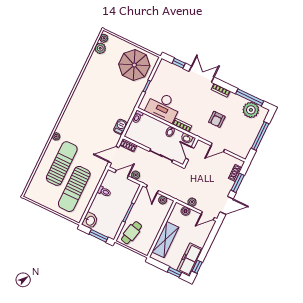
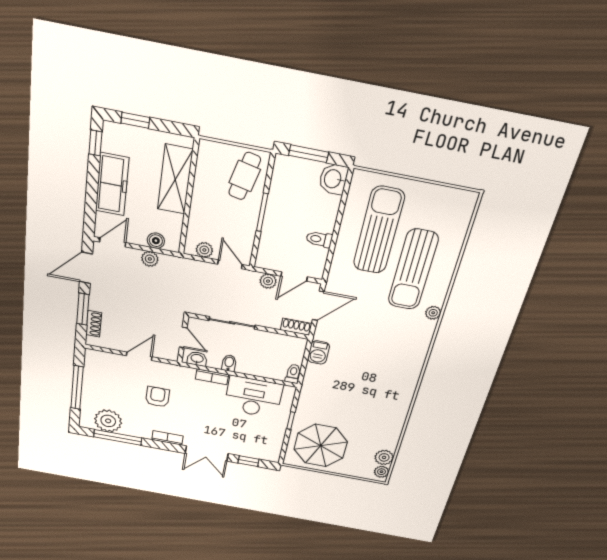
freezer: (190, 260) -> (112, 184), moved

